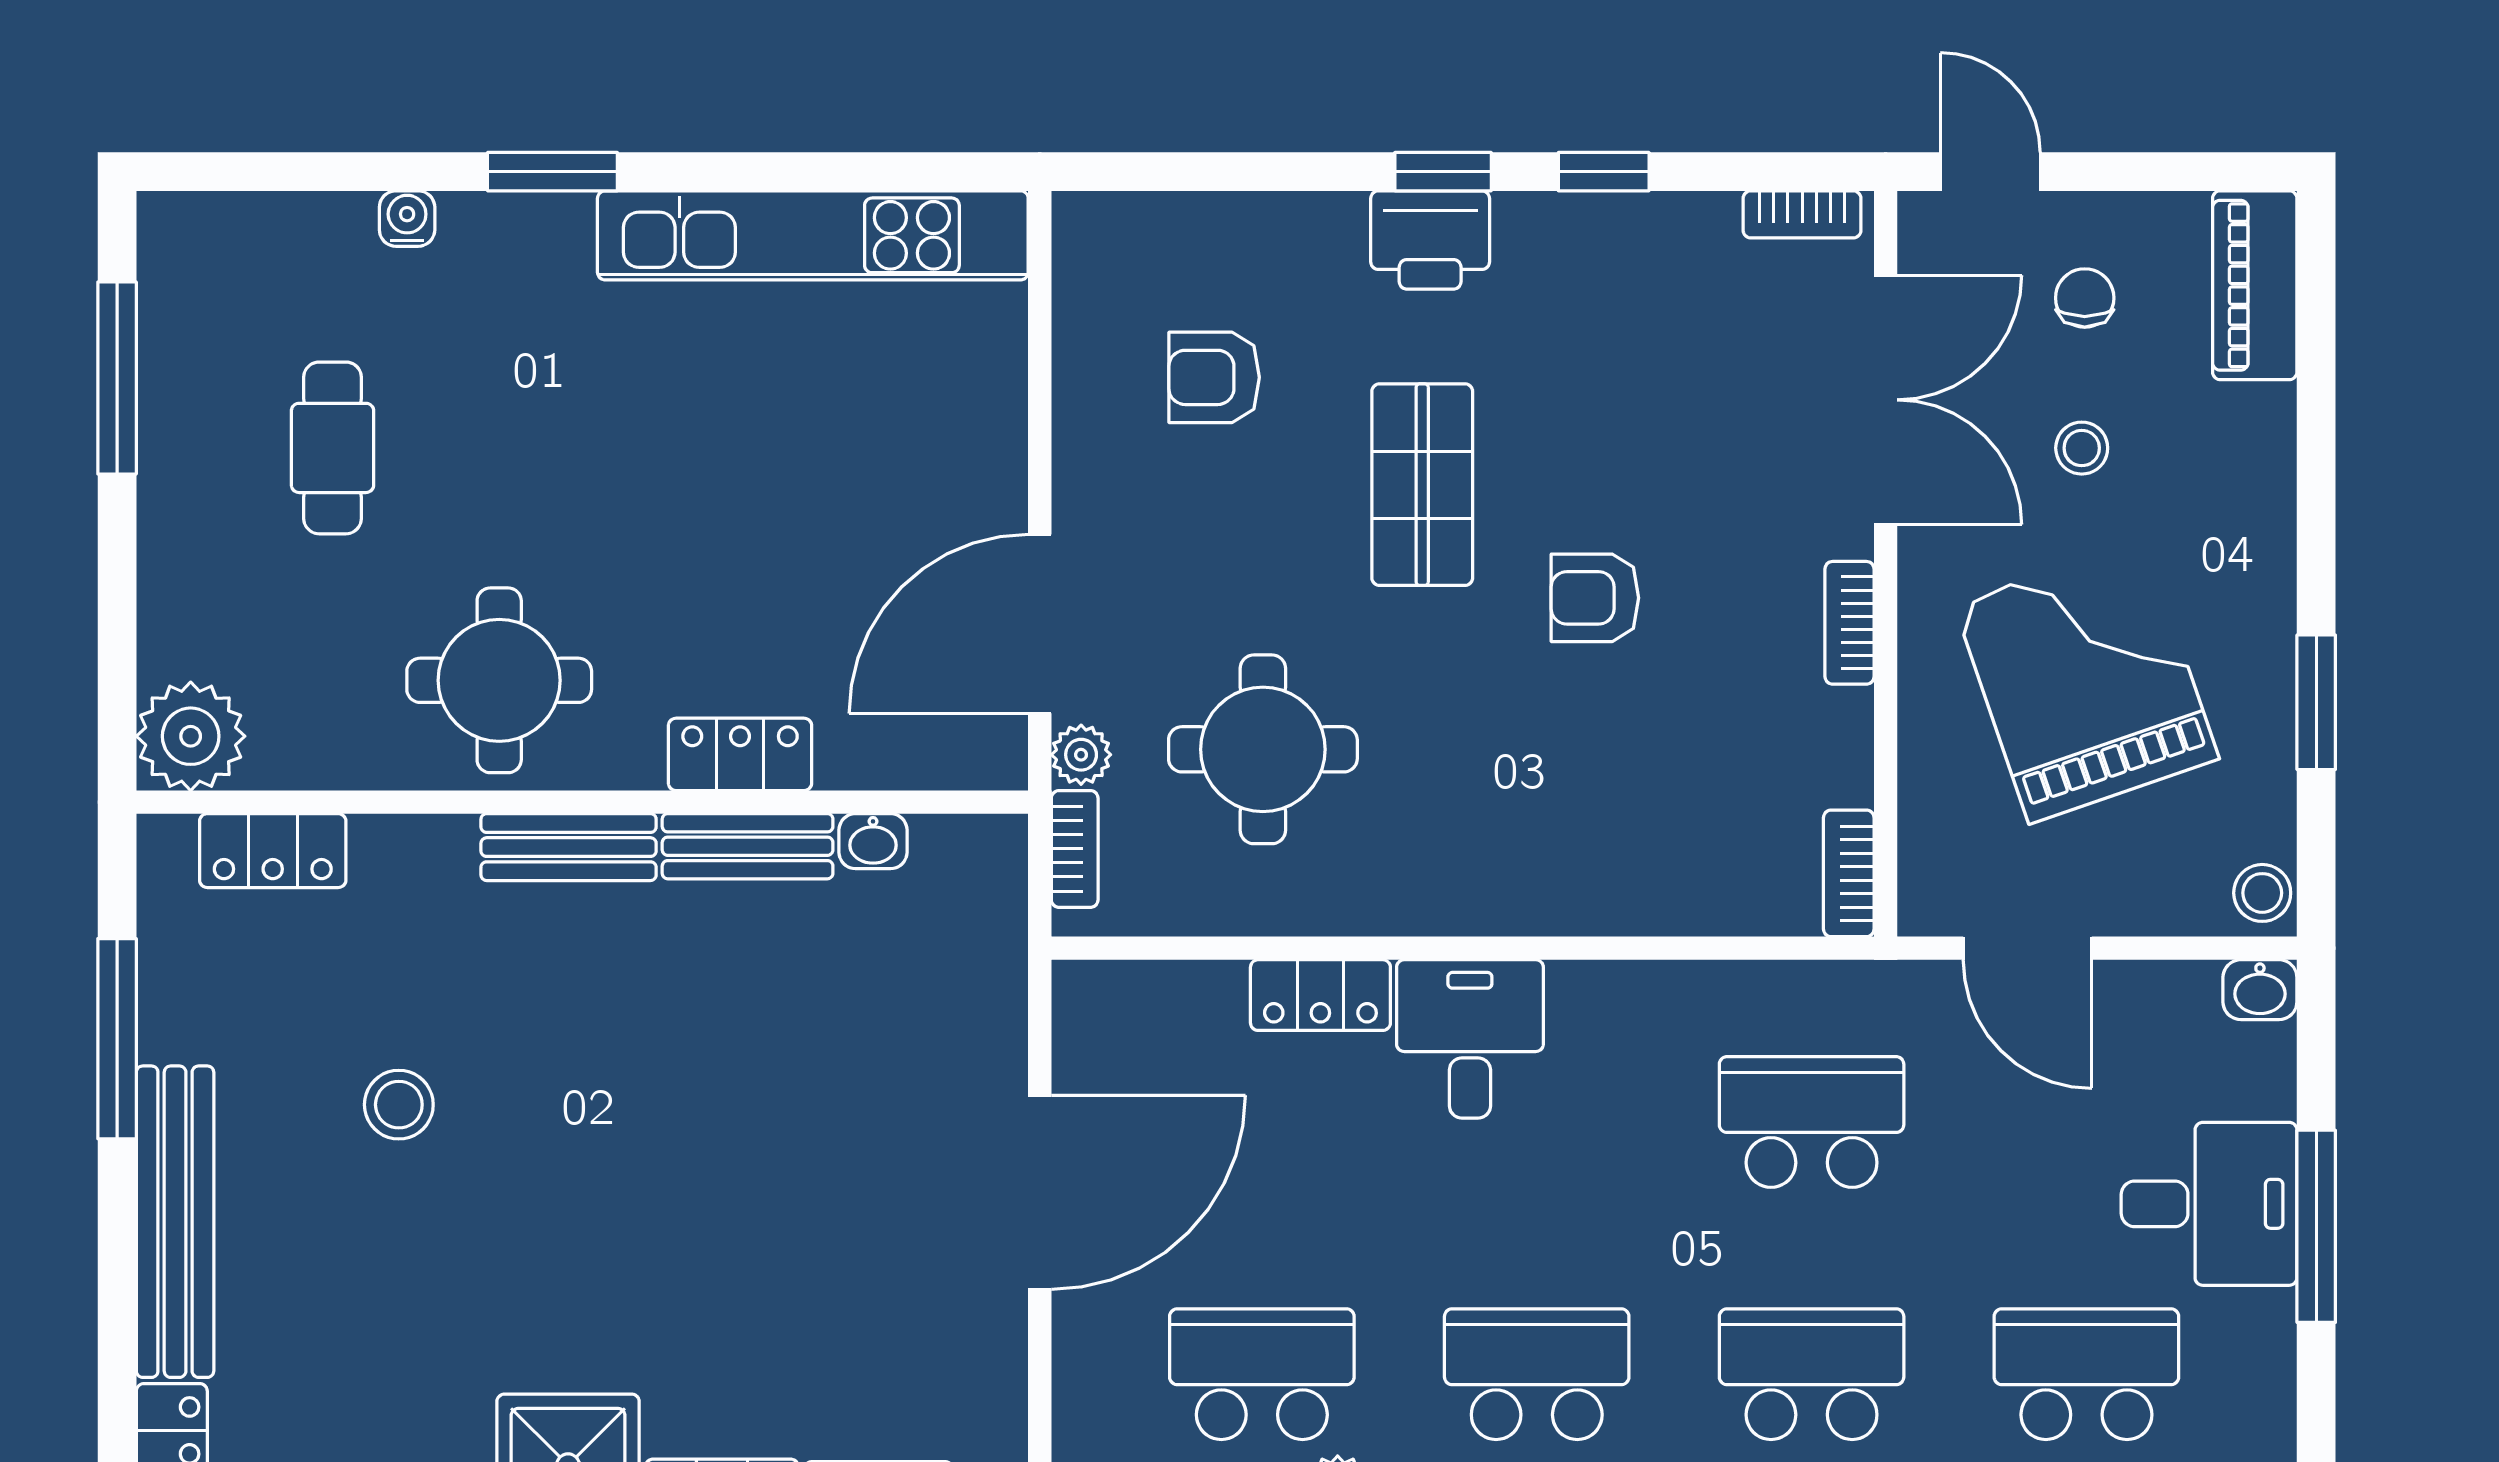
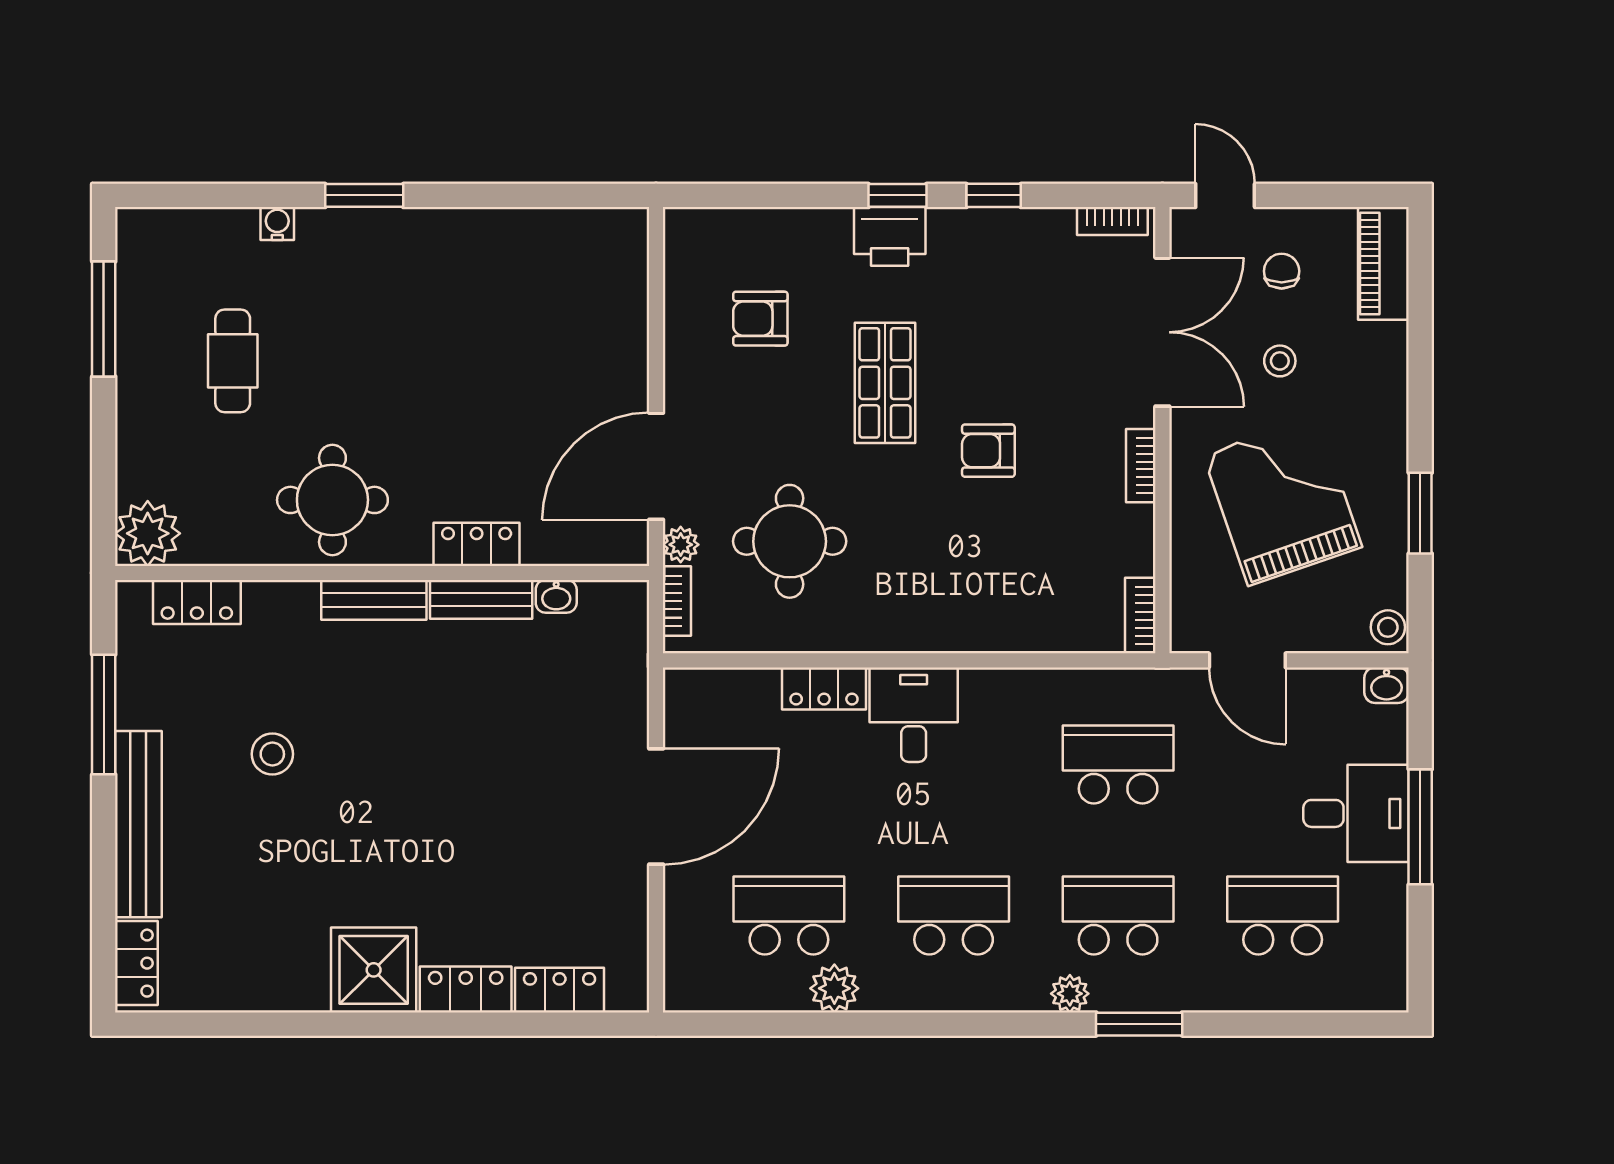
kitchen unit: (813, 235) -> (520, 234), removed

